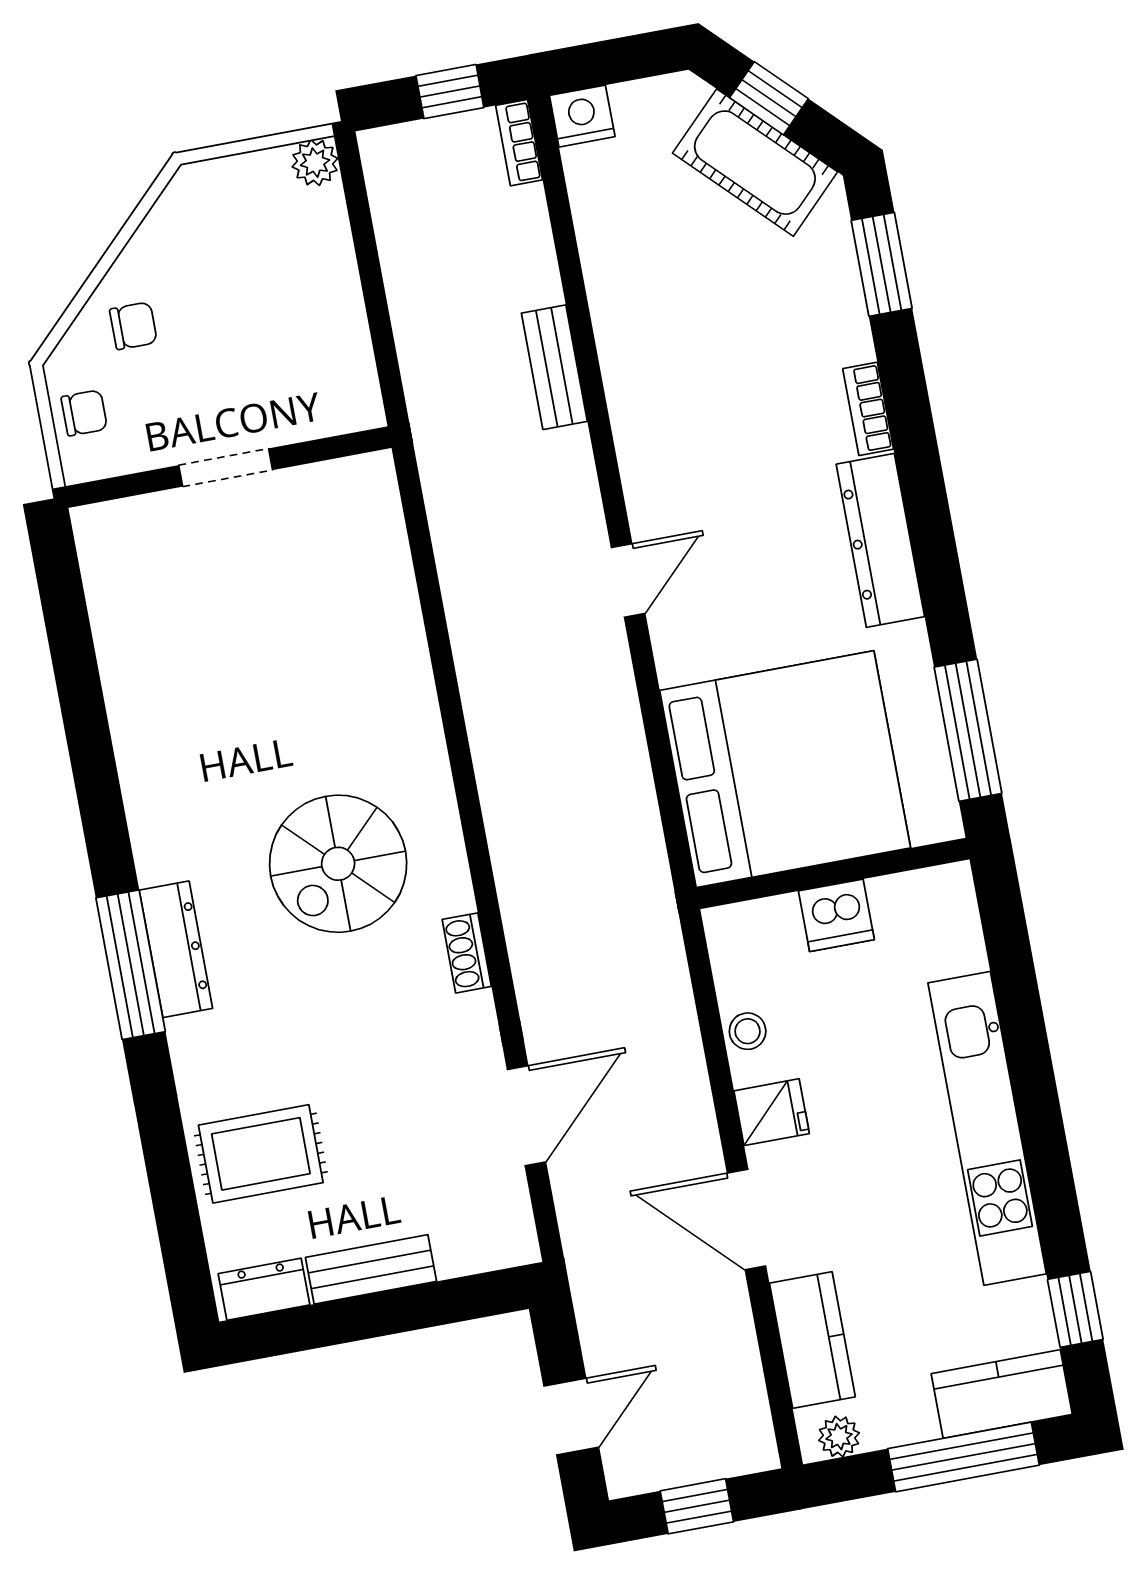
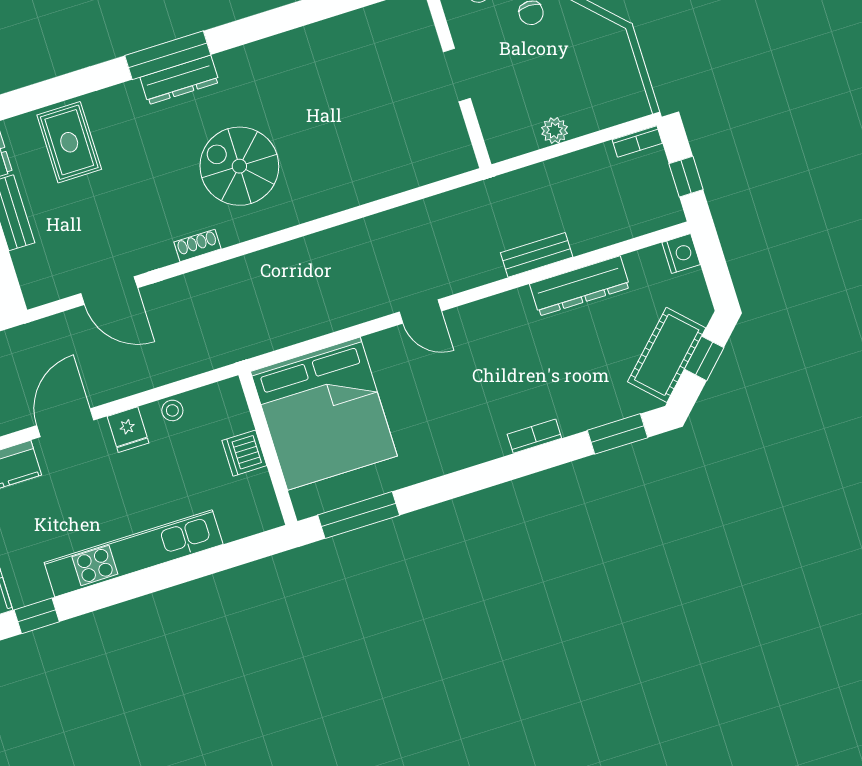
bookcase: (519, 143) -> (637, 142), moved, turned 180
plant: (315, 163) -> (555, 130), moved
dresser: (880, 540) -> (580, 286), moved, turned 180

